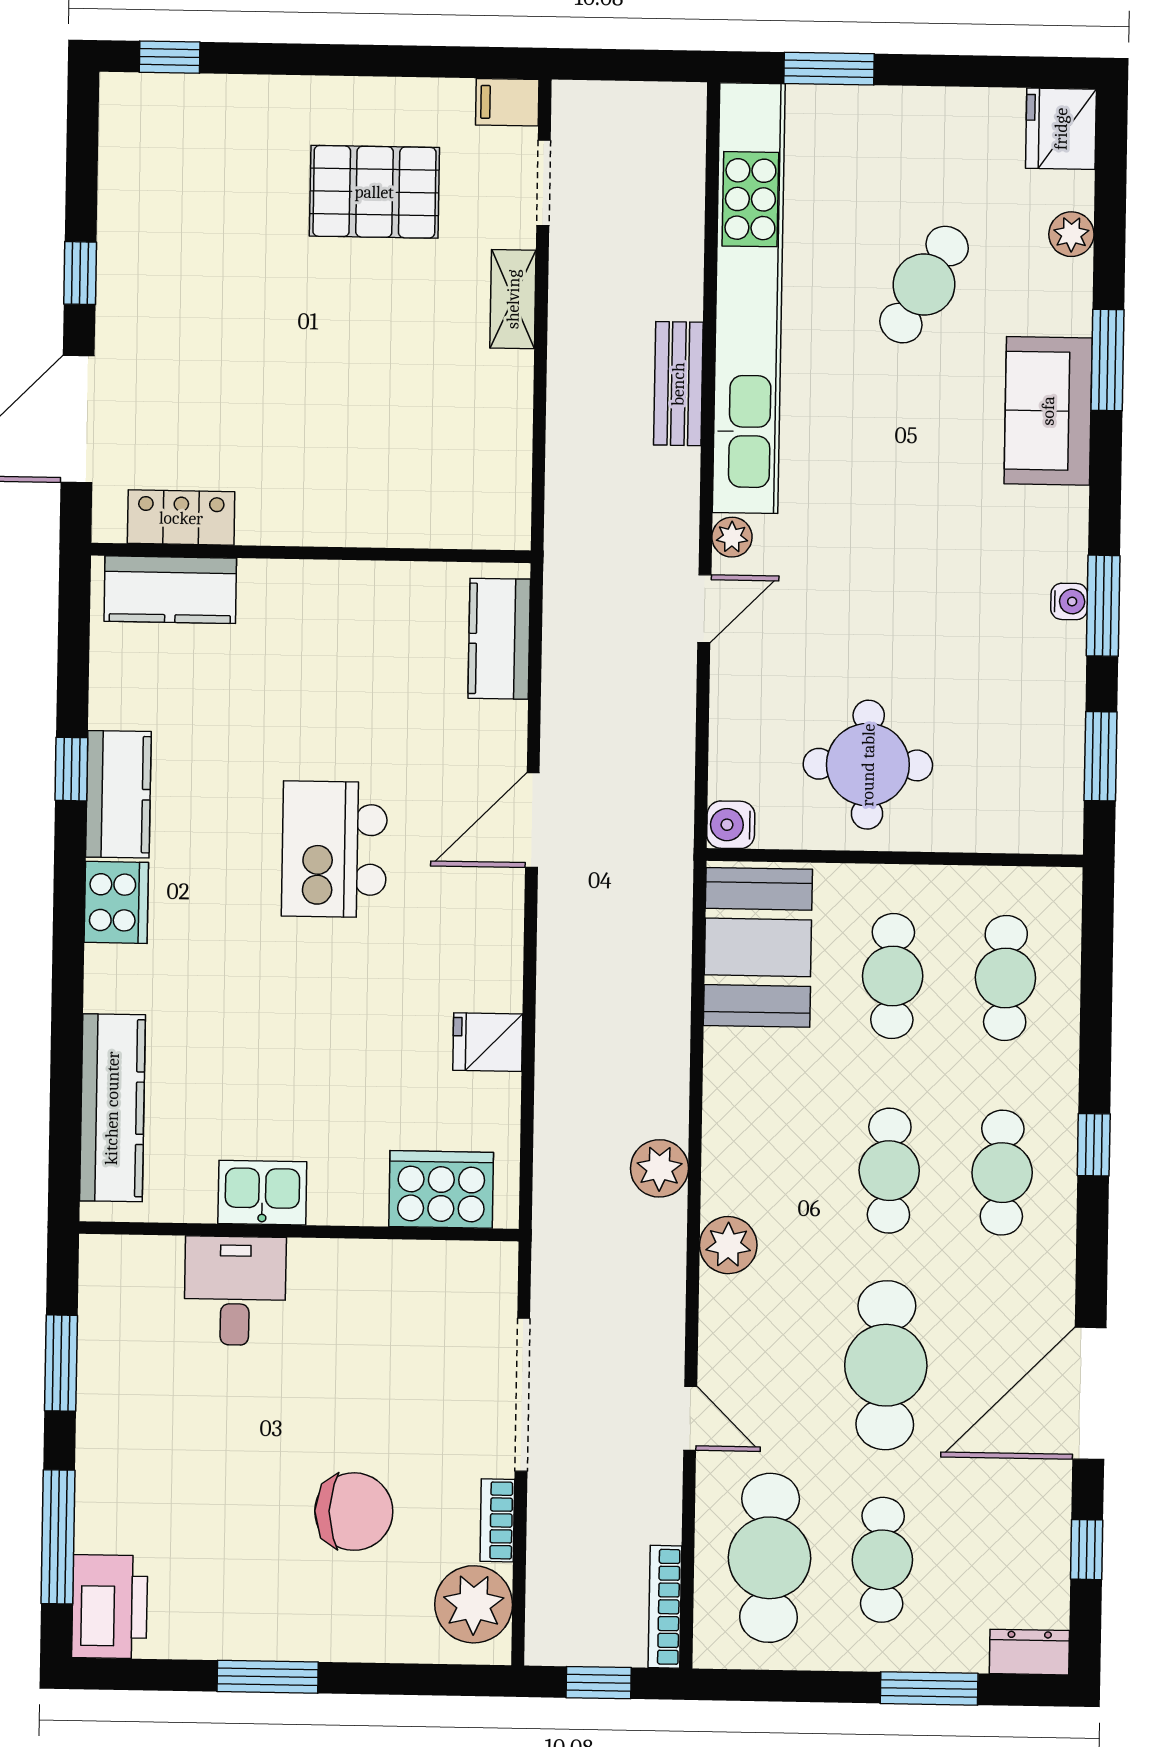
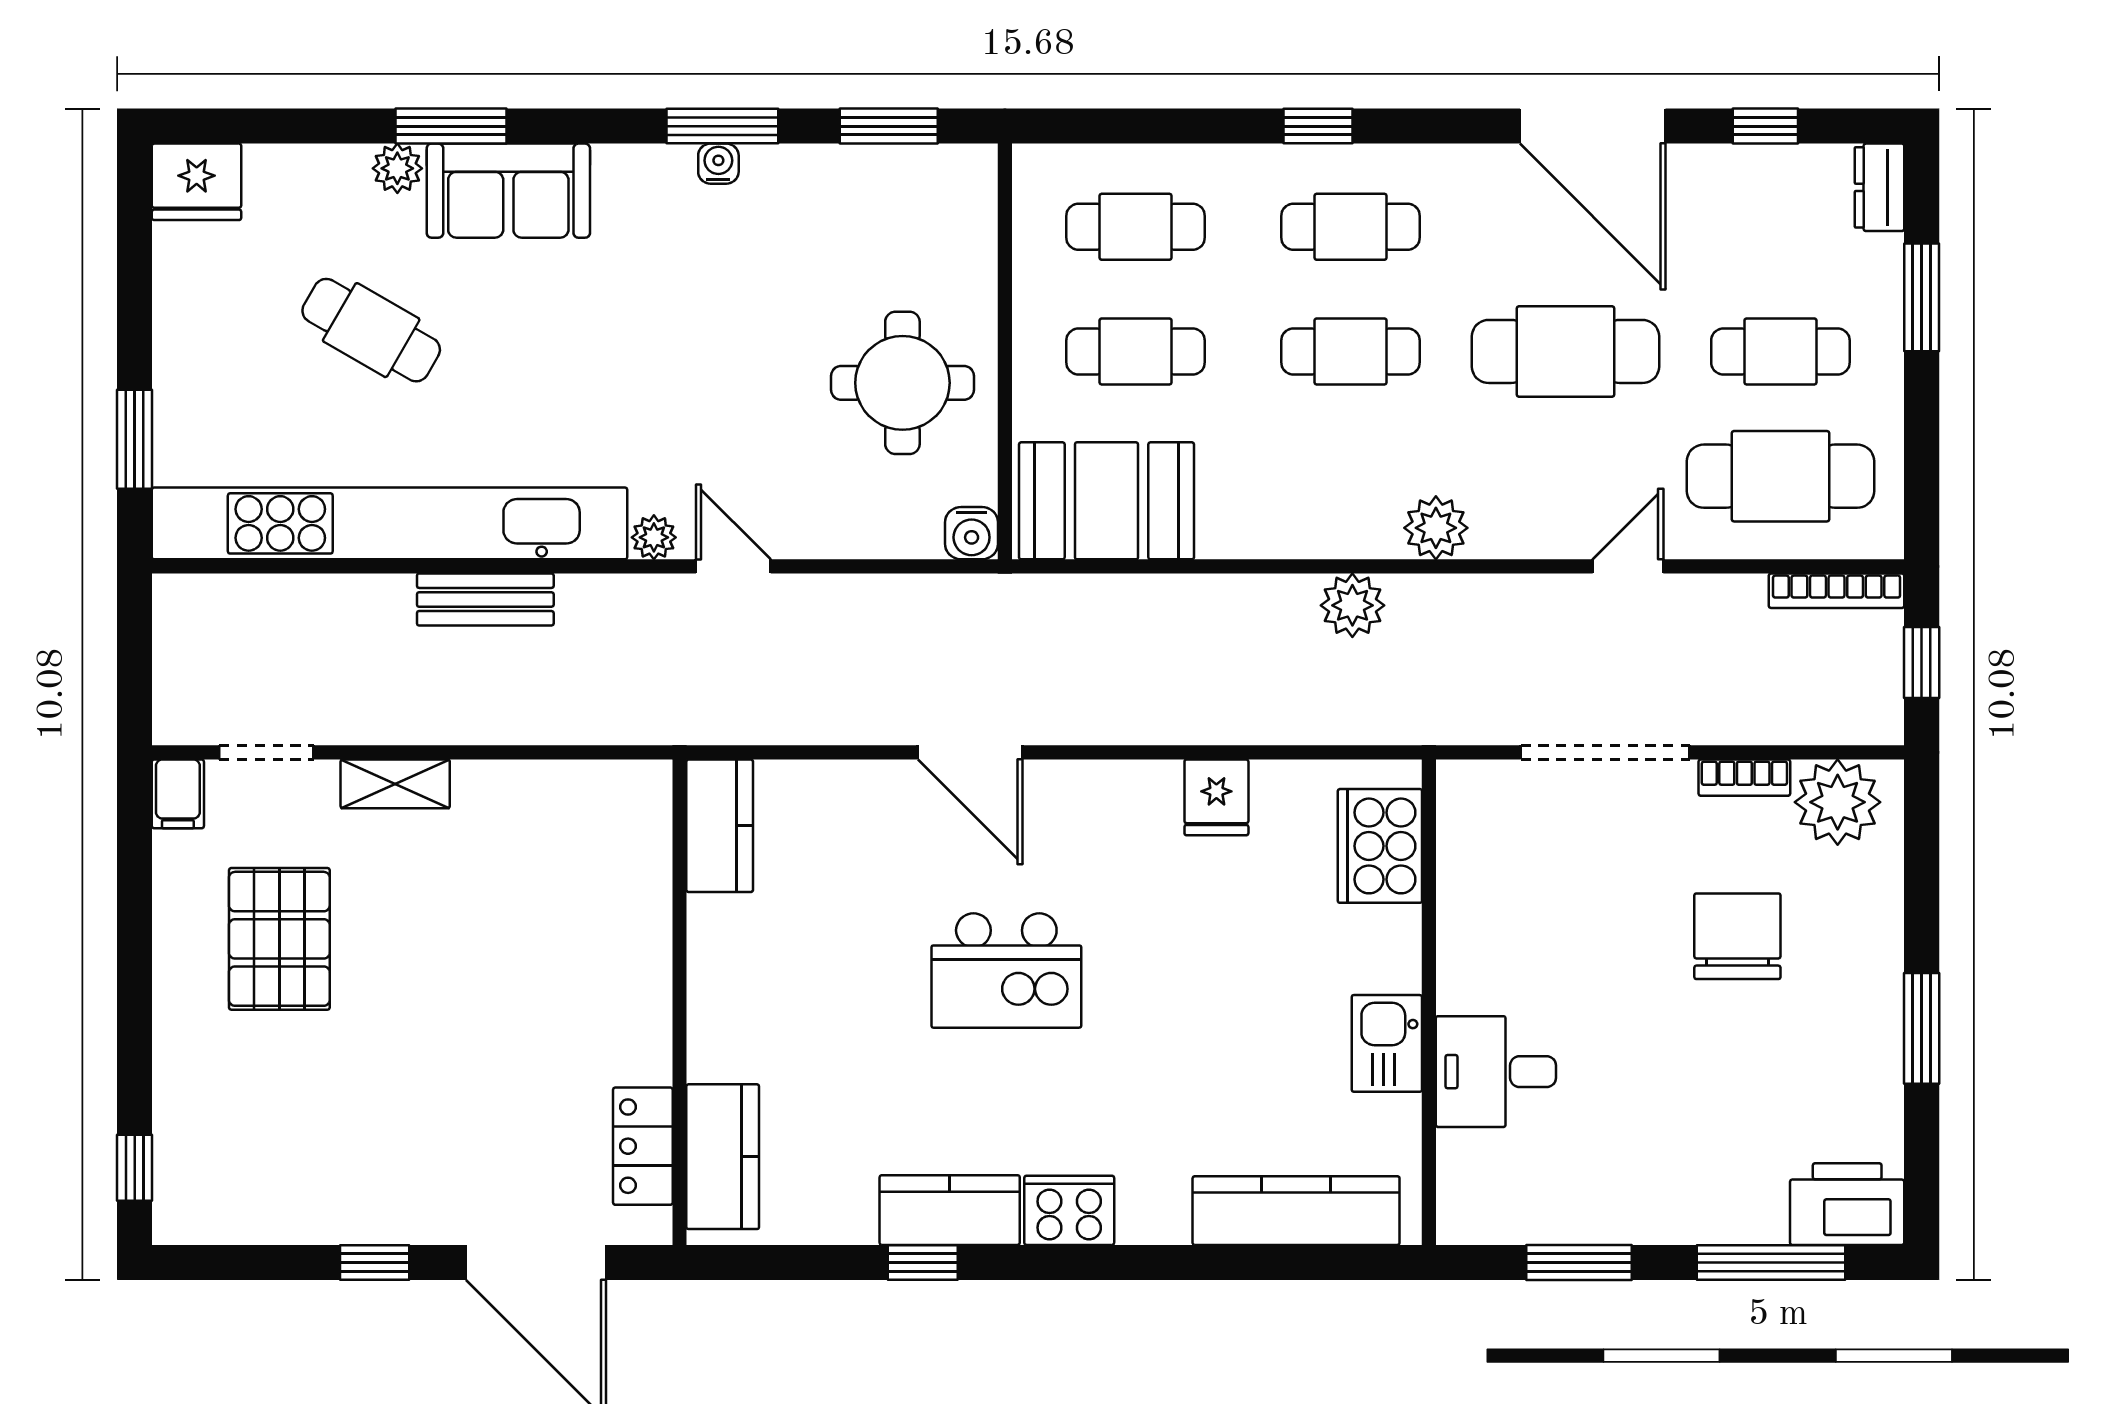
plant: (1071, 234) -> (397, 168), moved
kitchen counter: (499, 639) -> (720, 826), moved, turned -90

